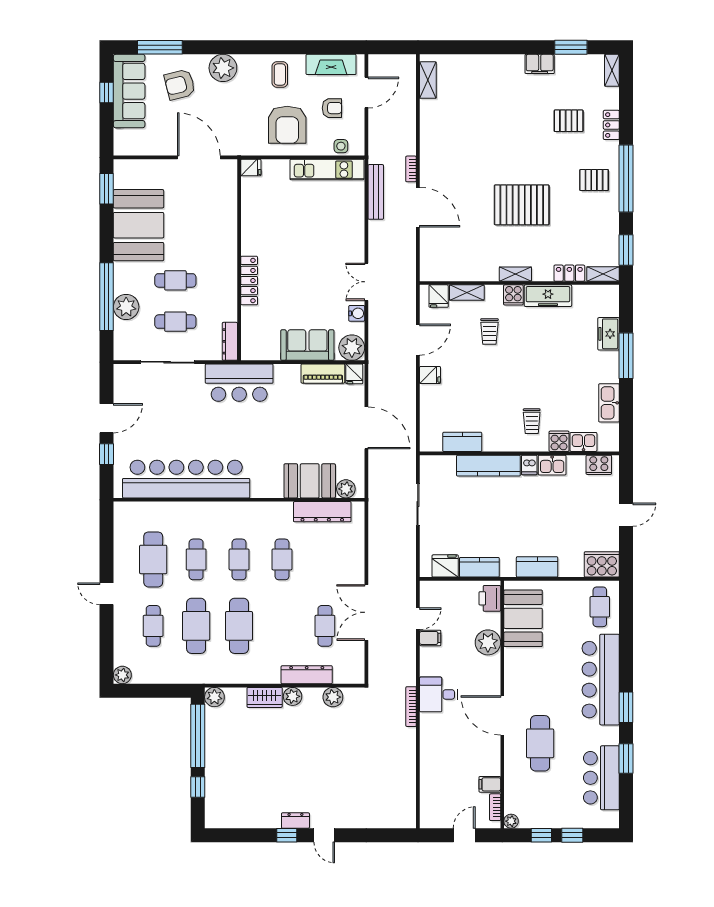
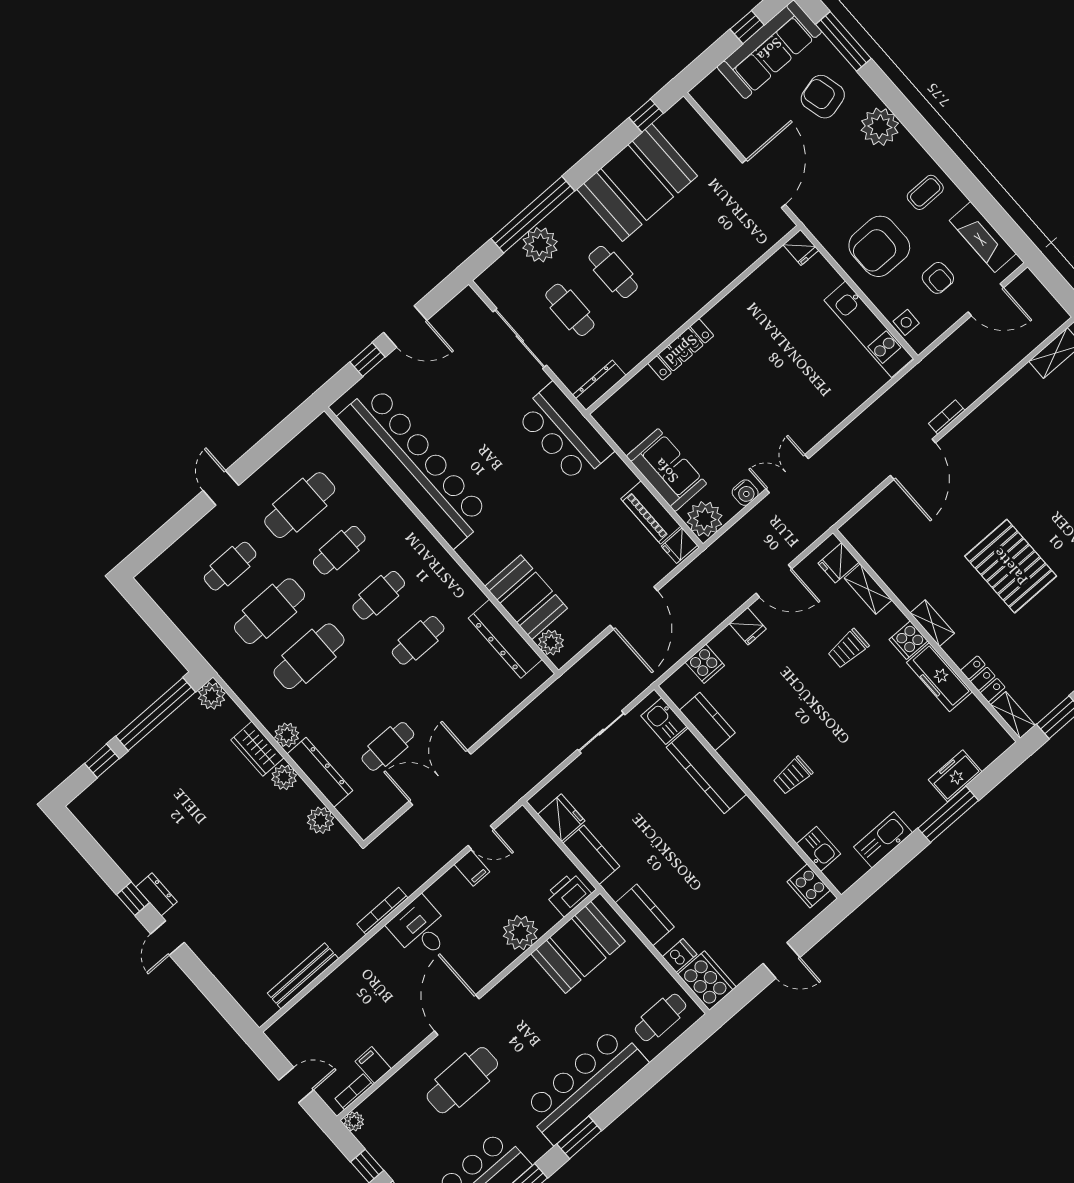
window: (107, 189) -> (646, 116), width x0.67
bench: (376, 192) -> (303, 976), moved
cooker: (559, 441) -> (705, 664), moved, turned 90
dishwasher: (529, 465) -> (680, 955), moved, turned 180
kitchen sink: (552, 465) -> (664, 721), moved
plant: (122, 675) -> (287, 735), moved

